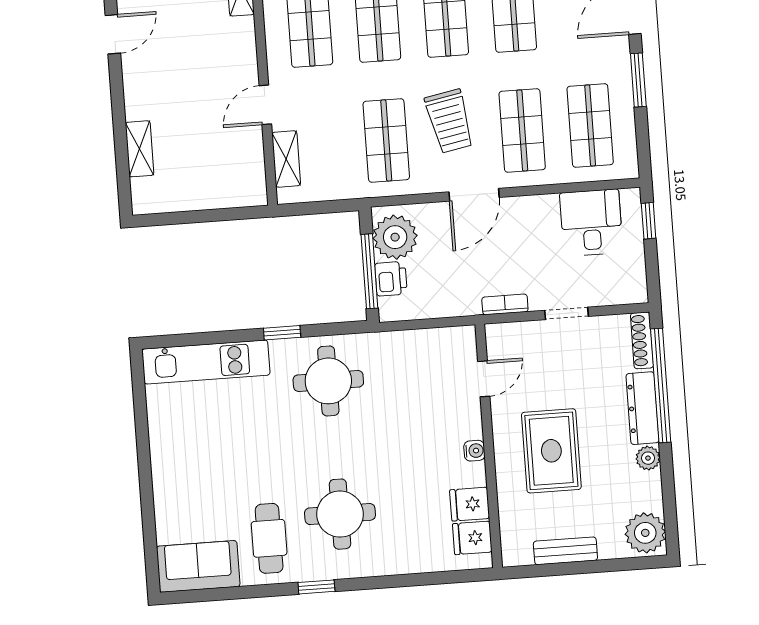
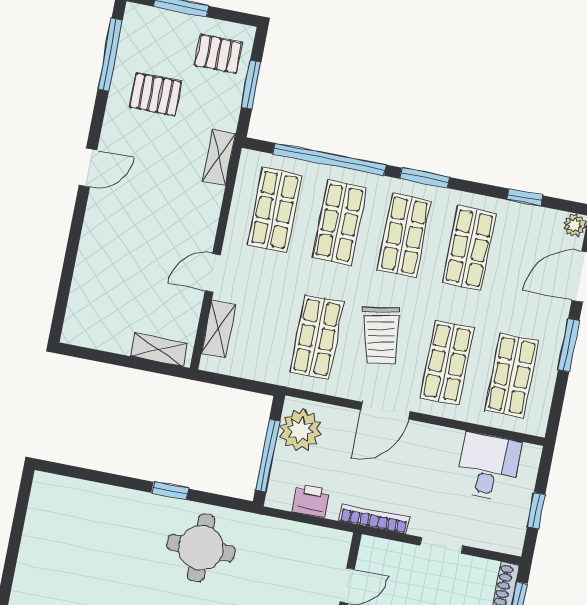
shelving: (140, 149) -> (159, 350), moved, turned 90
window: (649, 221) -> (536, 511), moved
printer: (391, 279) -> (311, 501), moved, turned -90
bookcase: (505, 304) -> (374, 519), width x1.56
kitchen unit: (206, 362) -> (91, 499), removed

